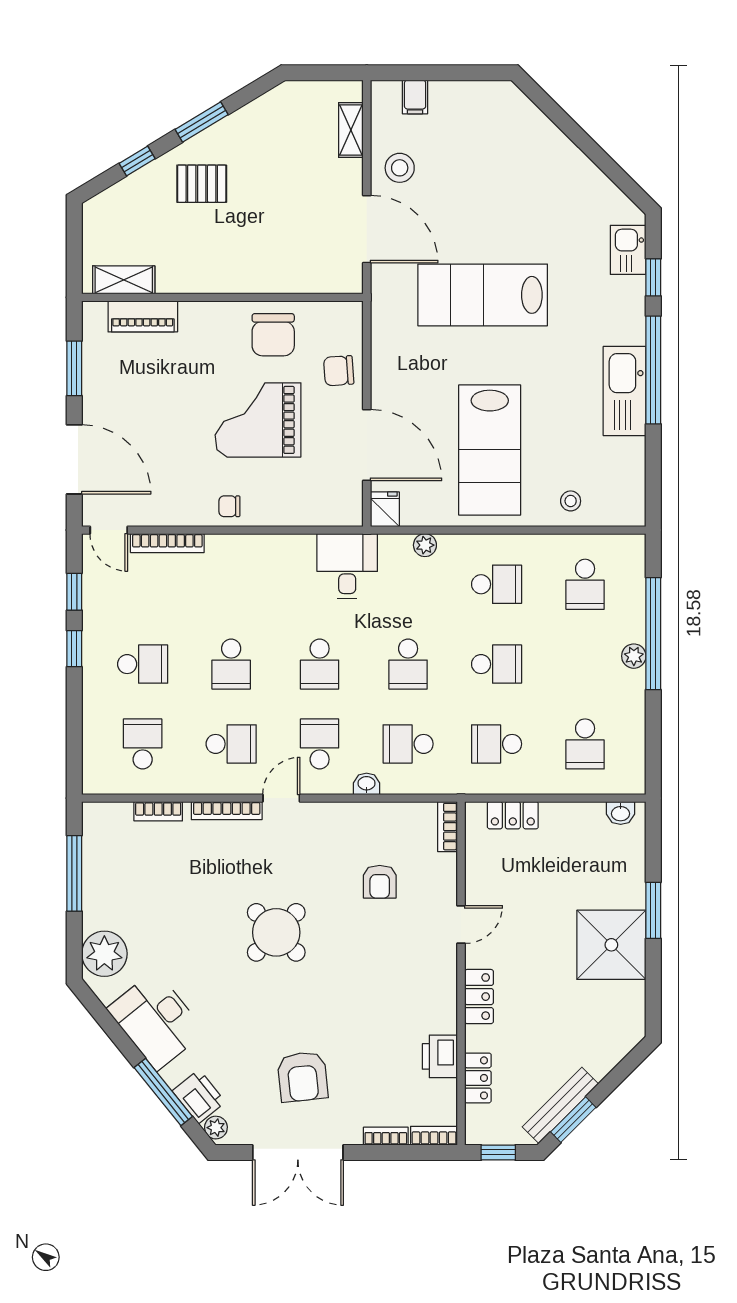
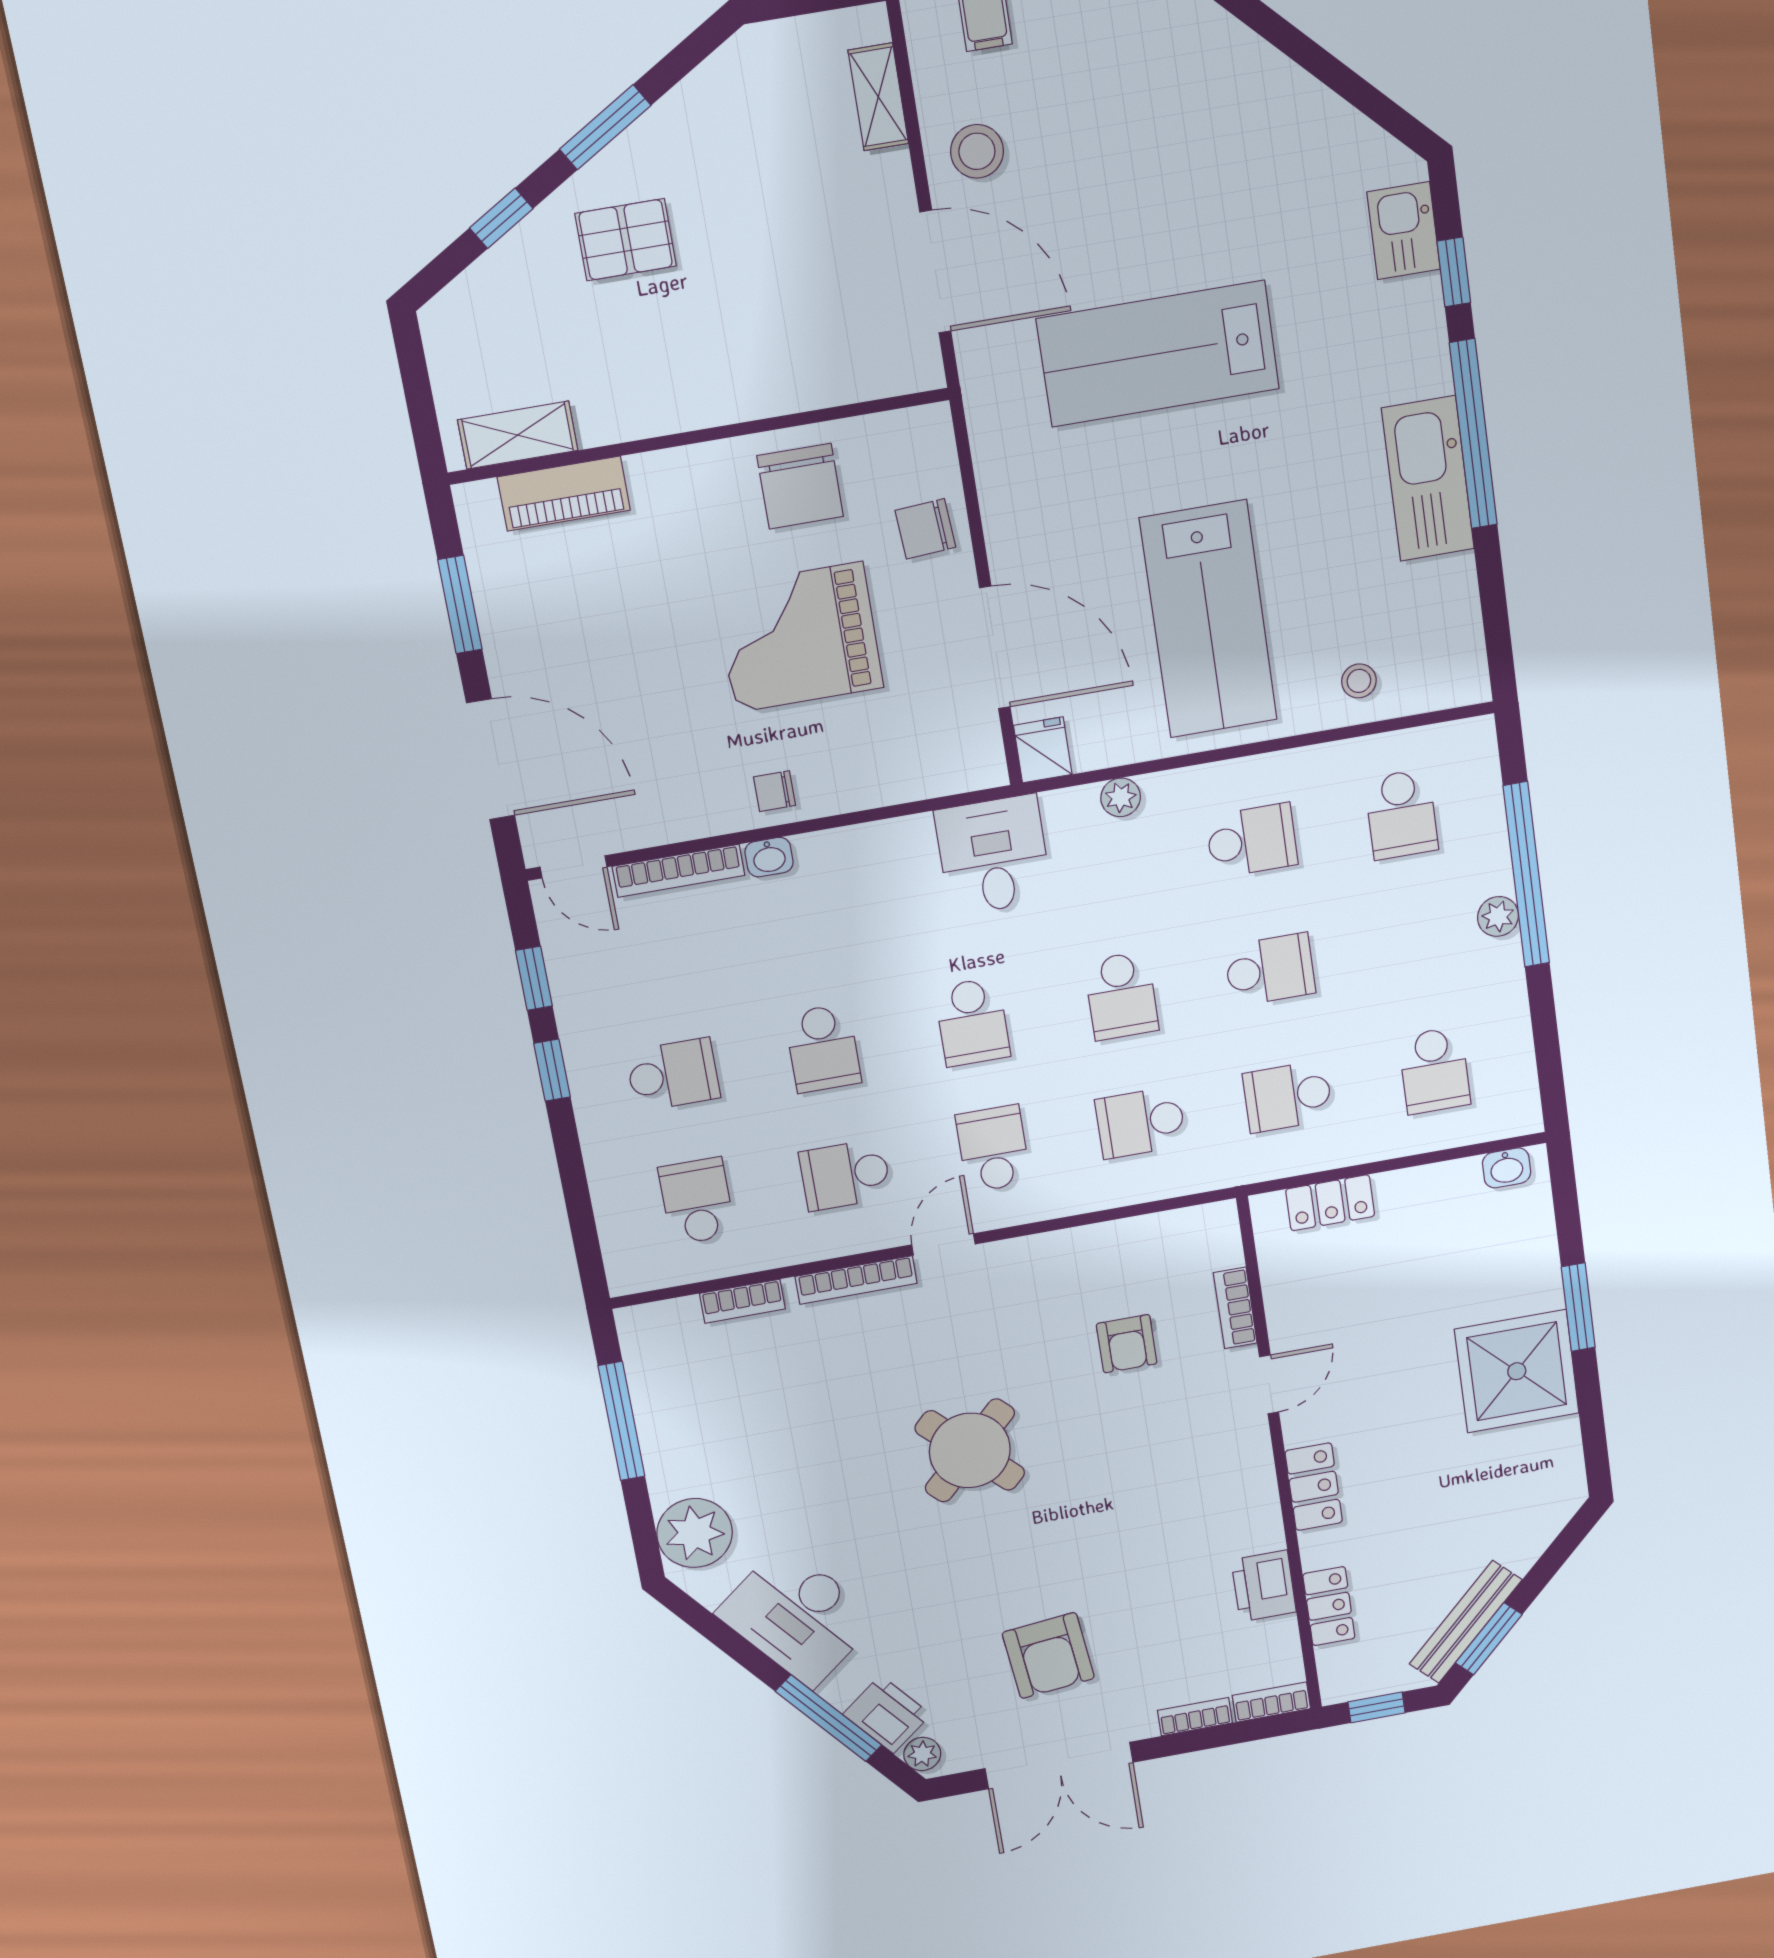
school desk: (231, 744) -> (845, 1175), turned 180
washbasin: (367, 784) -> (769, 857), moved, turned 180
bookcase: (448, 827) -> (1235, 1308), moved

